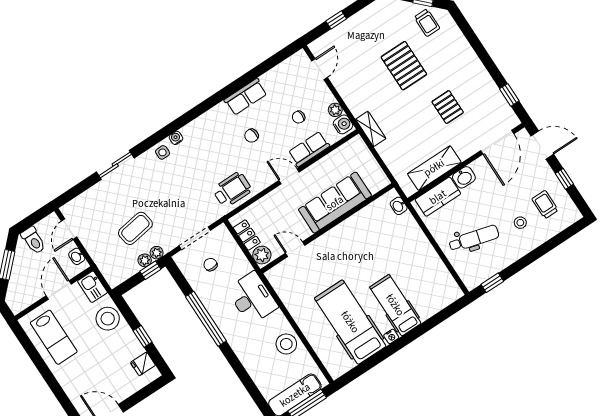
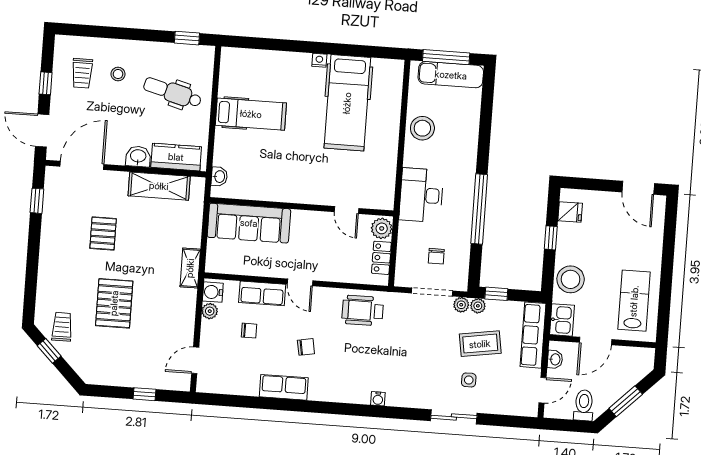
side table: (163, 152) -> (469, 380), moved
sofa: (335, 203) -> (249, 223), moved
plant: (145, 260) -> (461, 305), moved
row of seats: (104, 262) -> (533, 335), added
hospital bed: (395, 305) -> (251, 114), moved, turned -90

